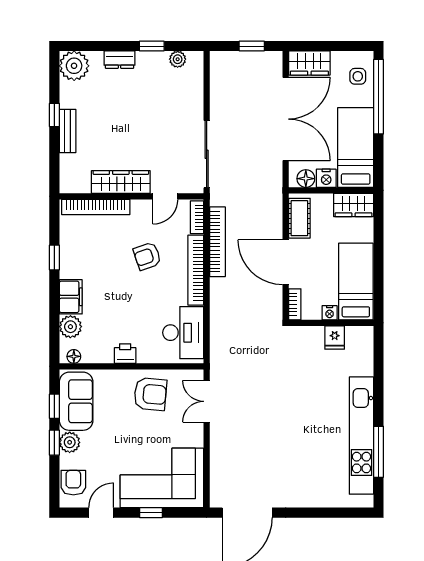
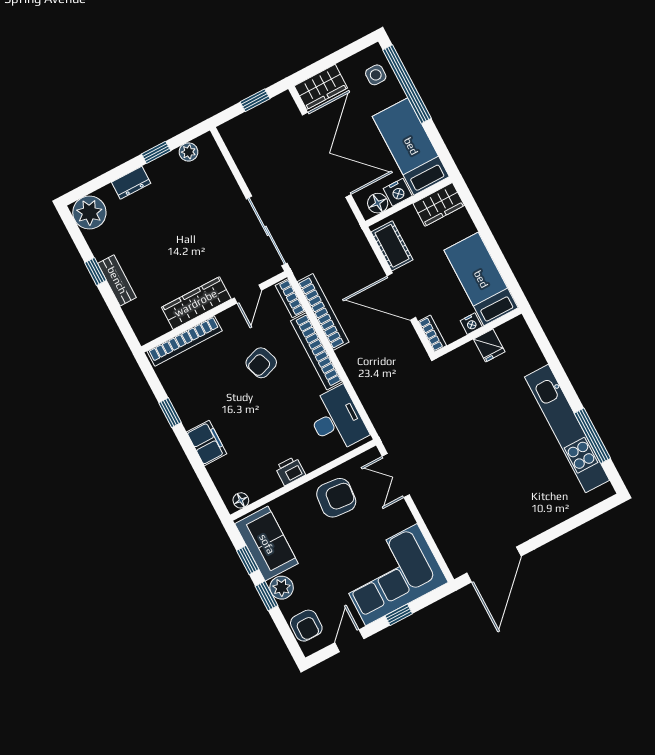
plant: (70, 327) -> (222, 473), removed
armchair: (73, 483) -> (306, 626), turned 180

